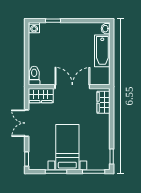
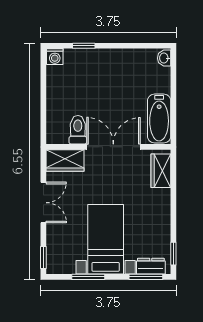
bathtub: (102, 51) -> (159, 119), moved
toilet: (34, 75) -> (78, 130), moved
double door: (27, 123) -> (43, 203), swing flipped
dresser: (97, 165) -> (151, 266), added

